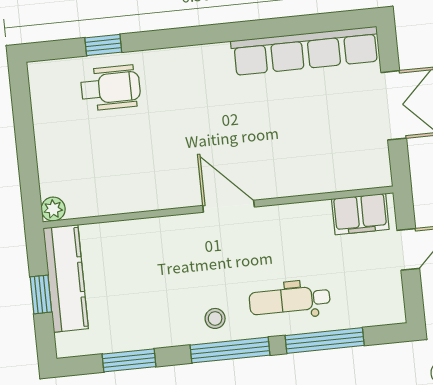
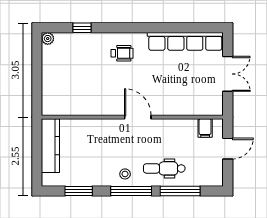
wheelchair: (111, 88) -> (122, 53), moved, width x0.73, depth x0.73
plant: (53, 209) -> (48, 39), moved
filing cabinet: (360, 214) -> (205, 128), width x0.50
window: (41, 294) -> (37, 153), removed

